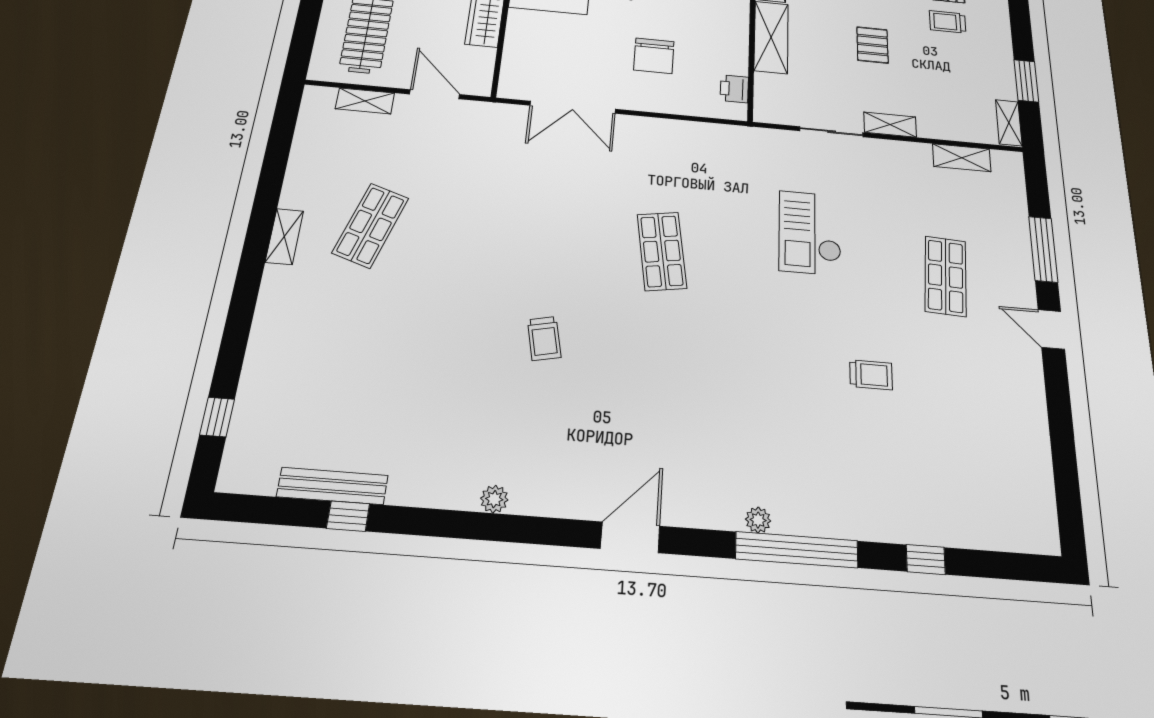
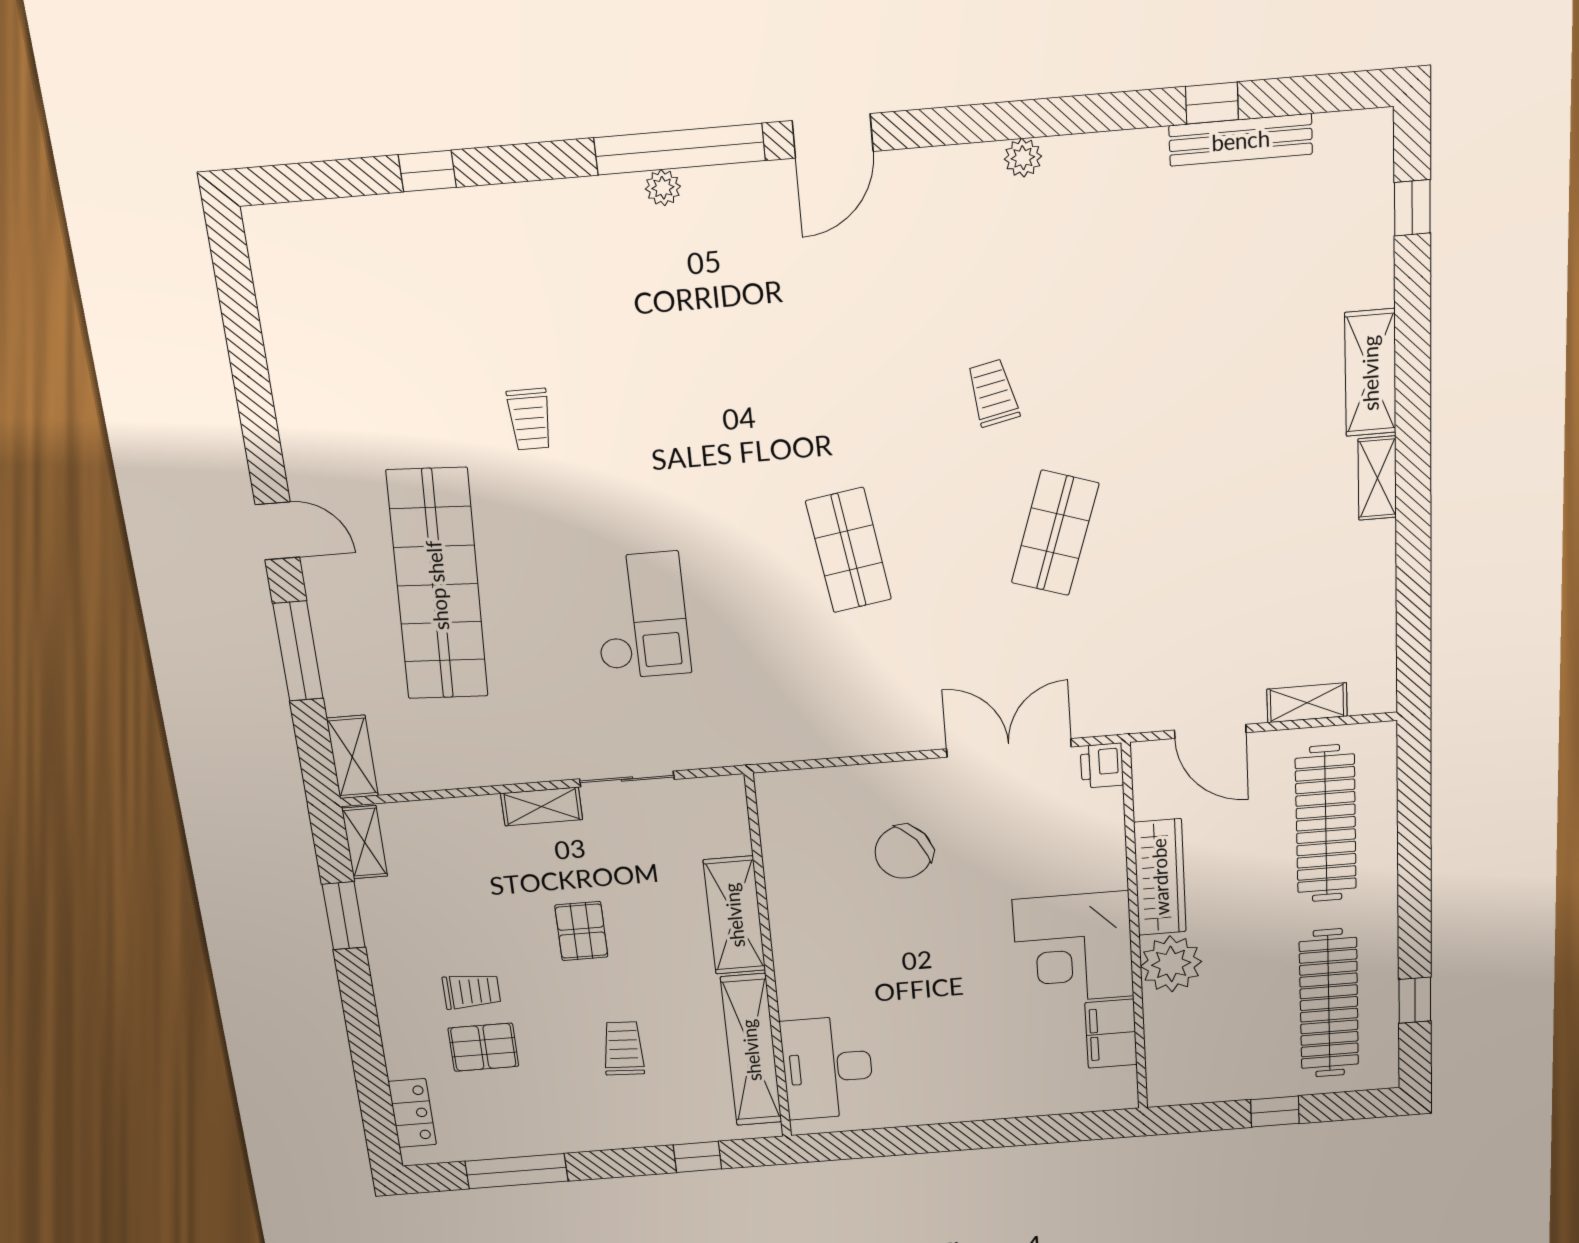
chair: (654, 56) -> (904, 852), turned -129
printer: (734, 89) -> (1102, 766), moved, turned 180
shelving: (962, 158) -> (352, 757), moved, turned 90
shop shelf: (371, 225) -> (1055, 533), moved
shop shelf: (945, 276) -> (437, 585), width x2.00, depth x1.36
shelving: (273, 308) -> (1370, 373), added
trolley: (871, 375) -> (530, 419), turned -90
window: (797, 550) -> (680, 149), moved

